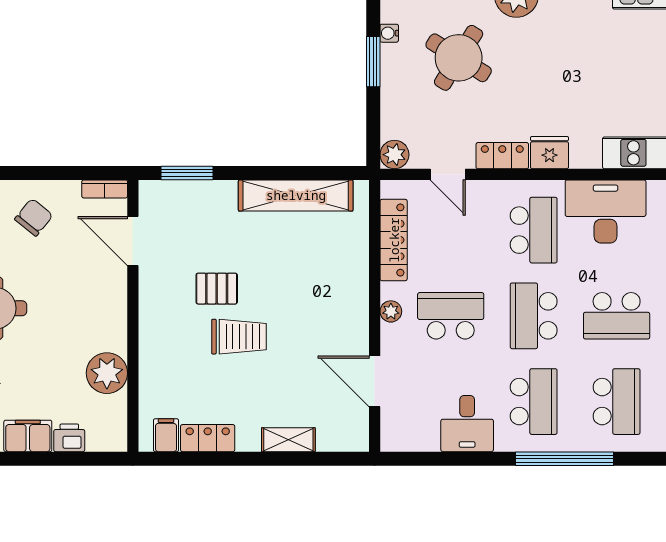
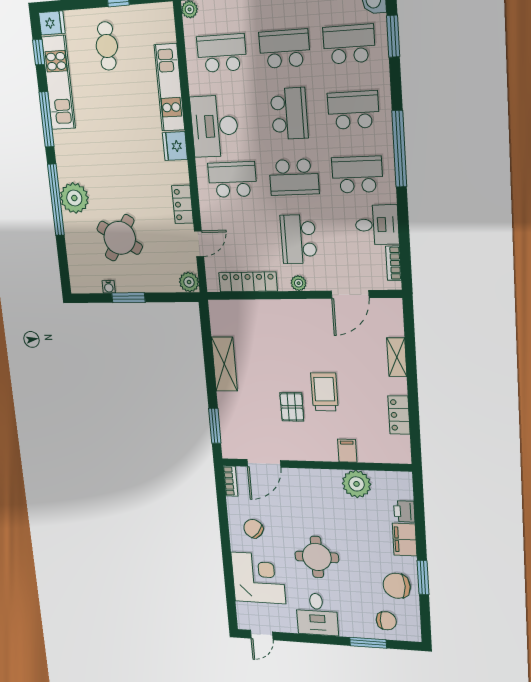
fridge: (549, 153) -> (175, 146), moved
shelving: (296, 195) -> (224, 364), width x0.68
filing cabinet: (166, 435) -> (347, 451), moved, turned 90
bookcase: (416, 443) -> (394, 263), added

